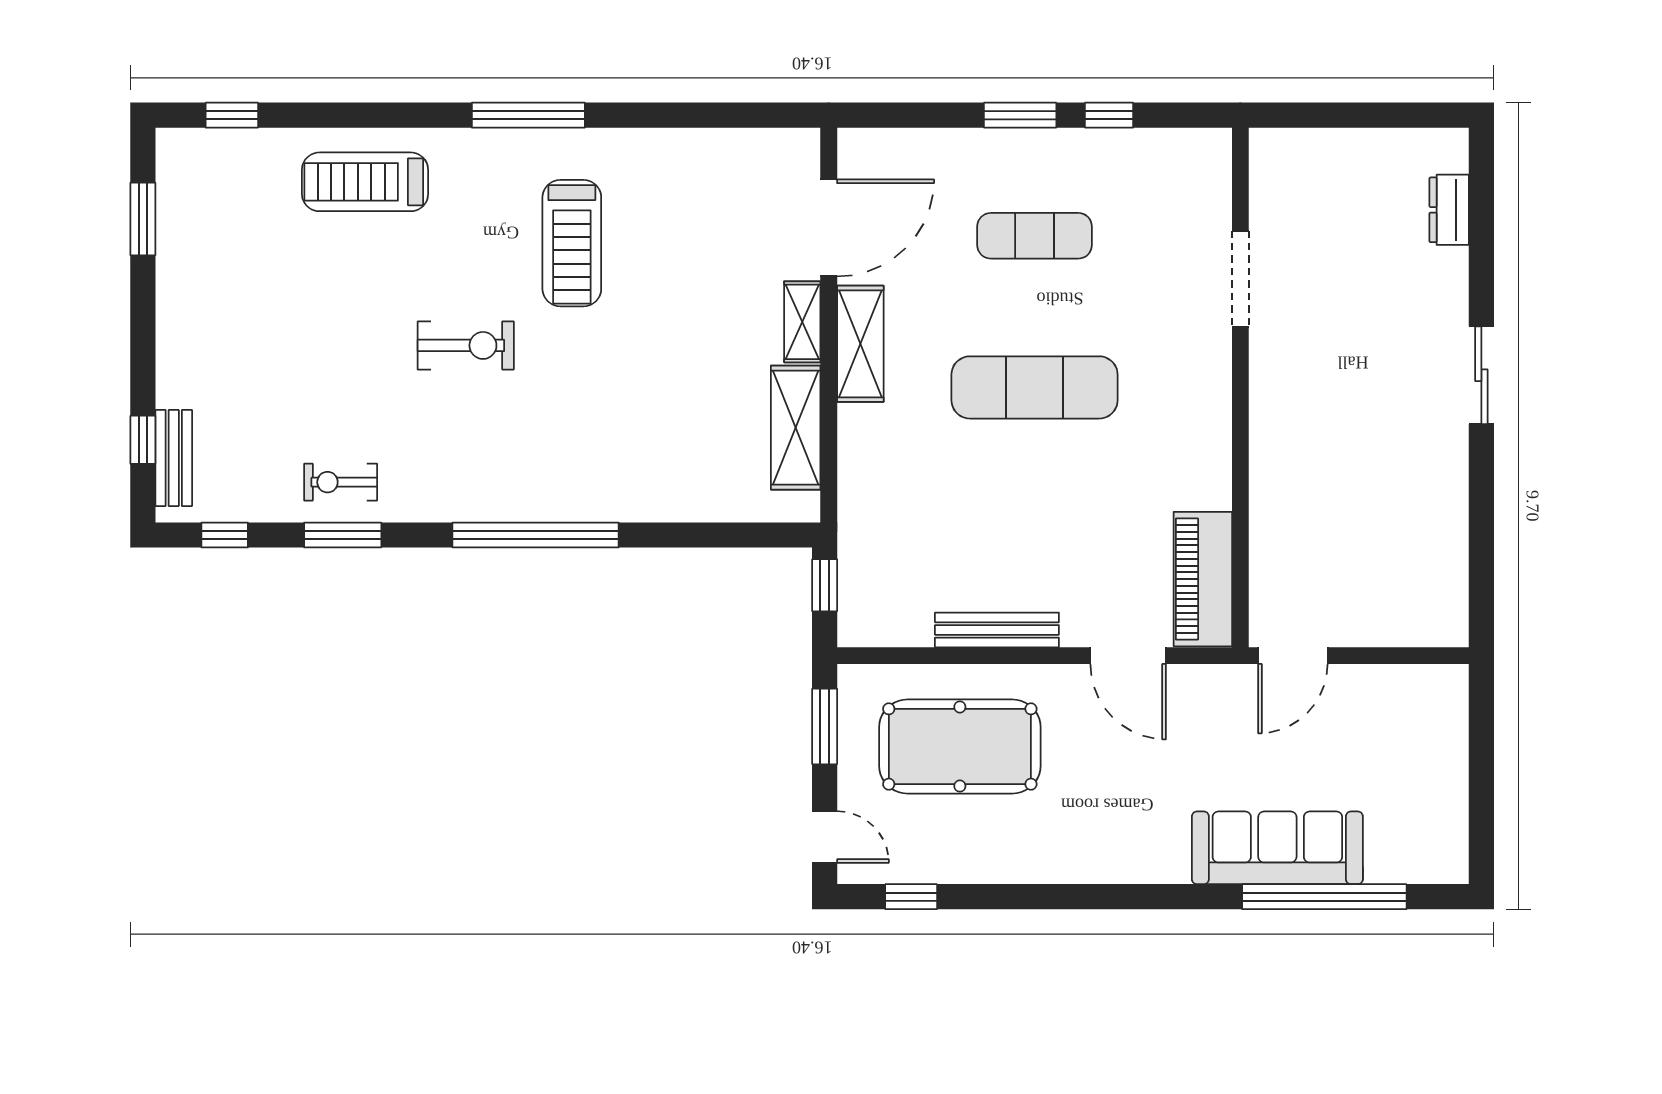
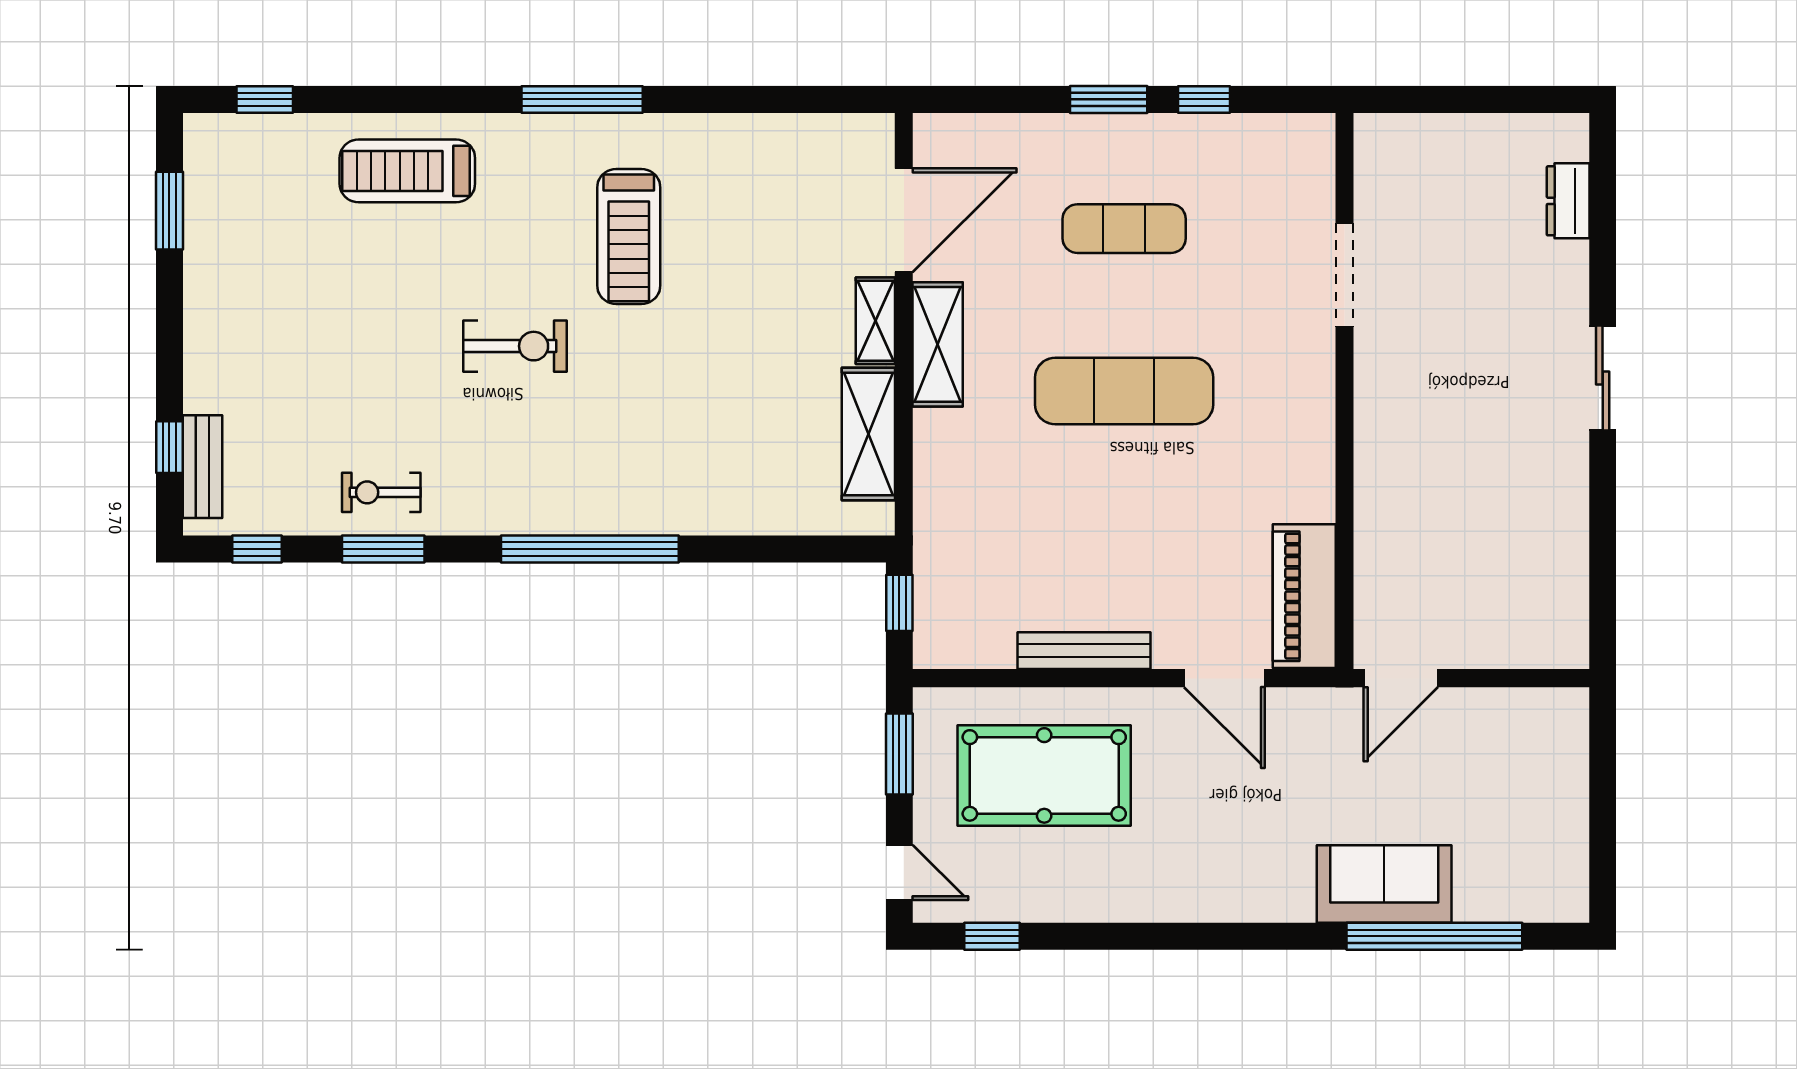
sofa: (1277, 848) -> (1384, 884), width x0.73

